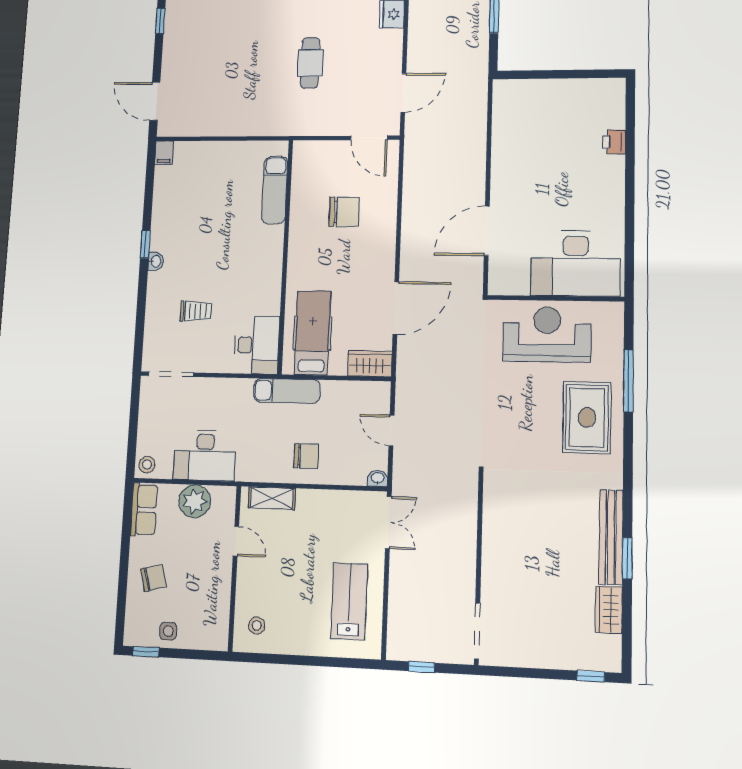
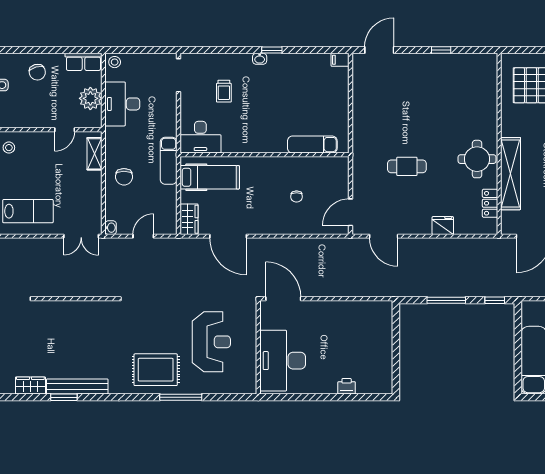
chair: (344, 212) -> (297, 197), width x0.54, depth x0.54
desk: (575, 263) -> (283, 361), moved
wall: (555, 298) -> (258, 347), moved

